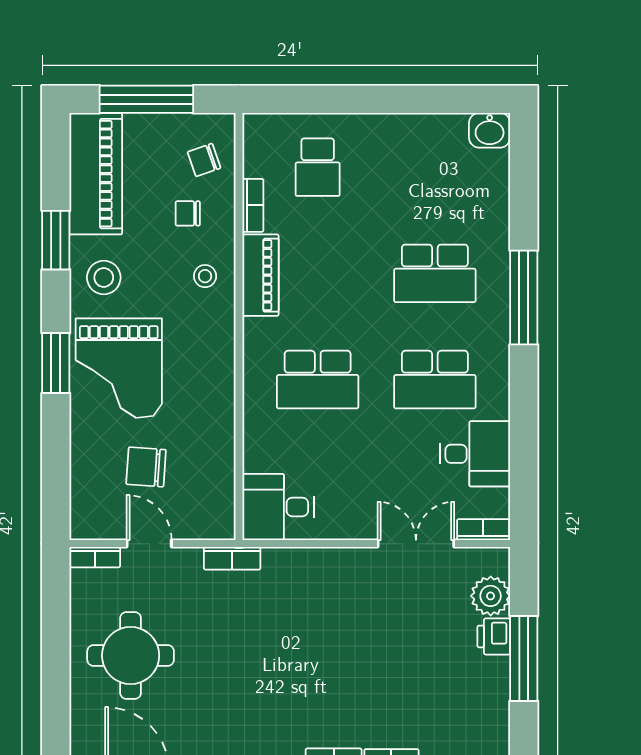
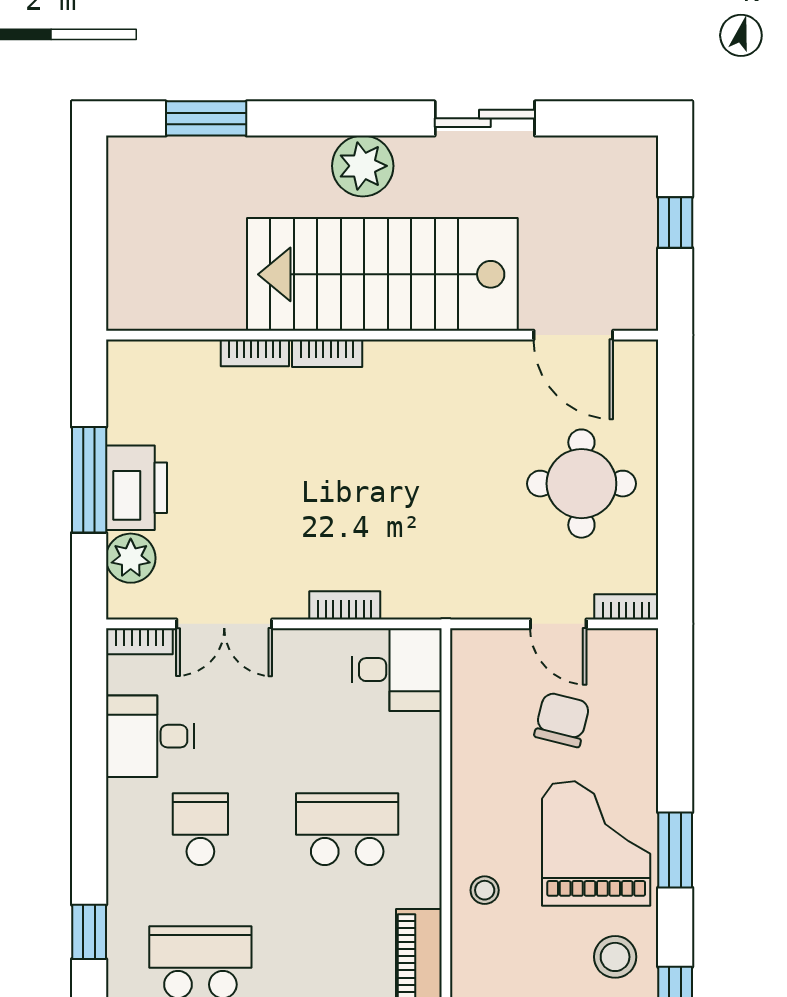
stool: (205, 276) -> (485, 890), moved
window: (524, 298) -> (89, 932), width x0.46
school desk: (435, 380) -> (200, 829), width x0.54
chair: (146, 467) -> (562, 720), turned -80
bookcase: (232, 558) -> (345, 605), moved
printer: (494, 636) -> (136, 488), width x1.87, depth x1.48

